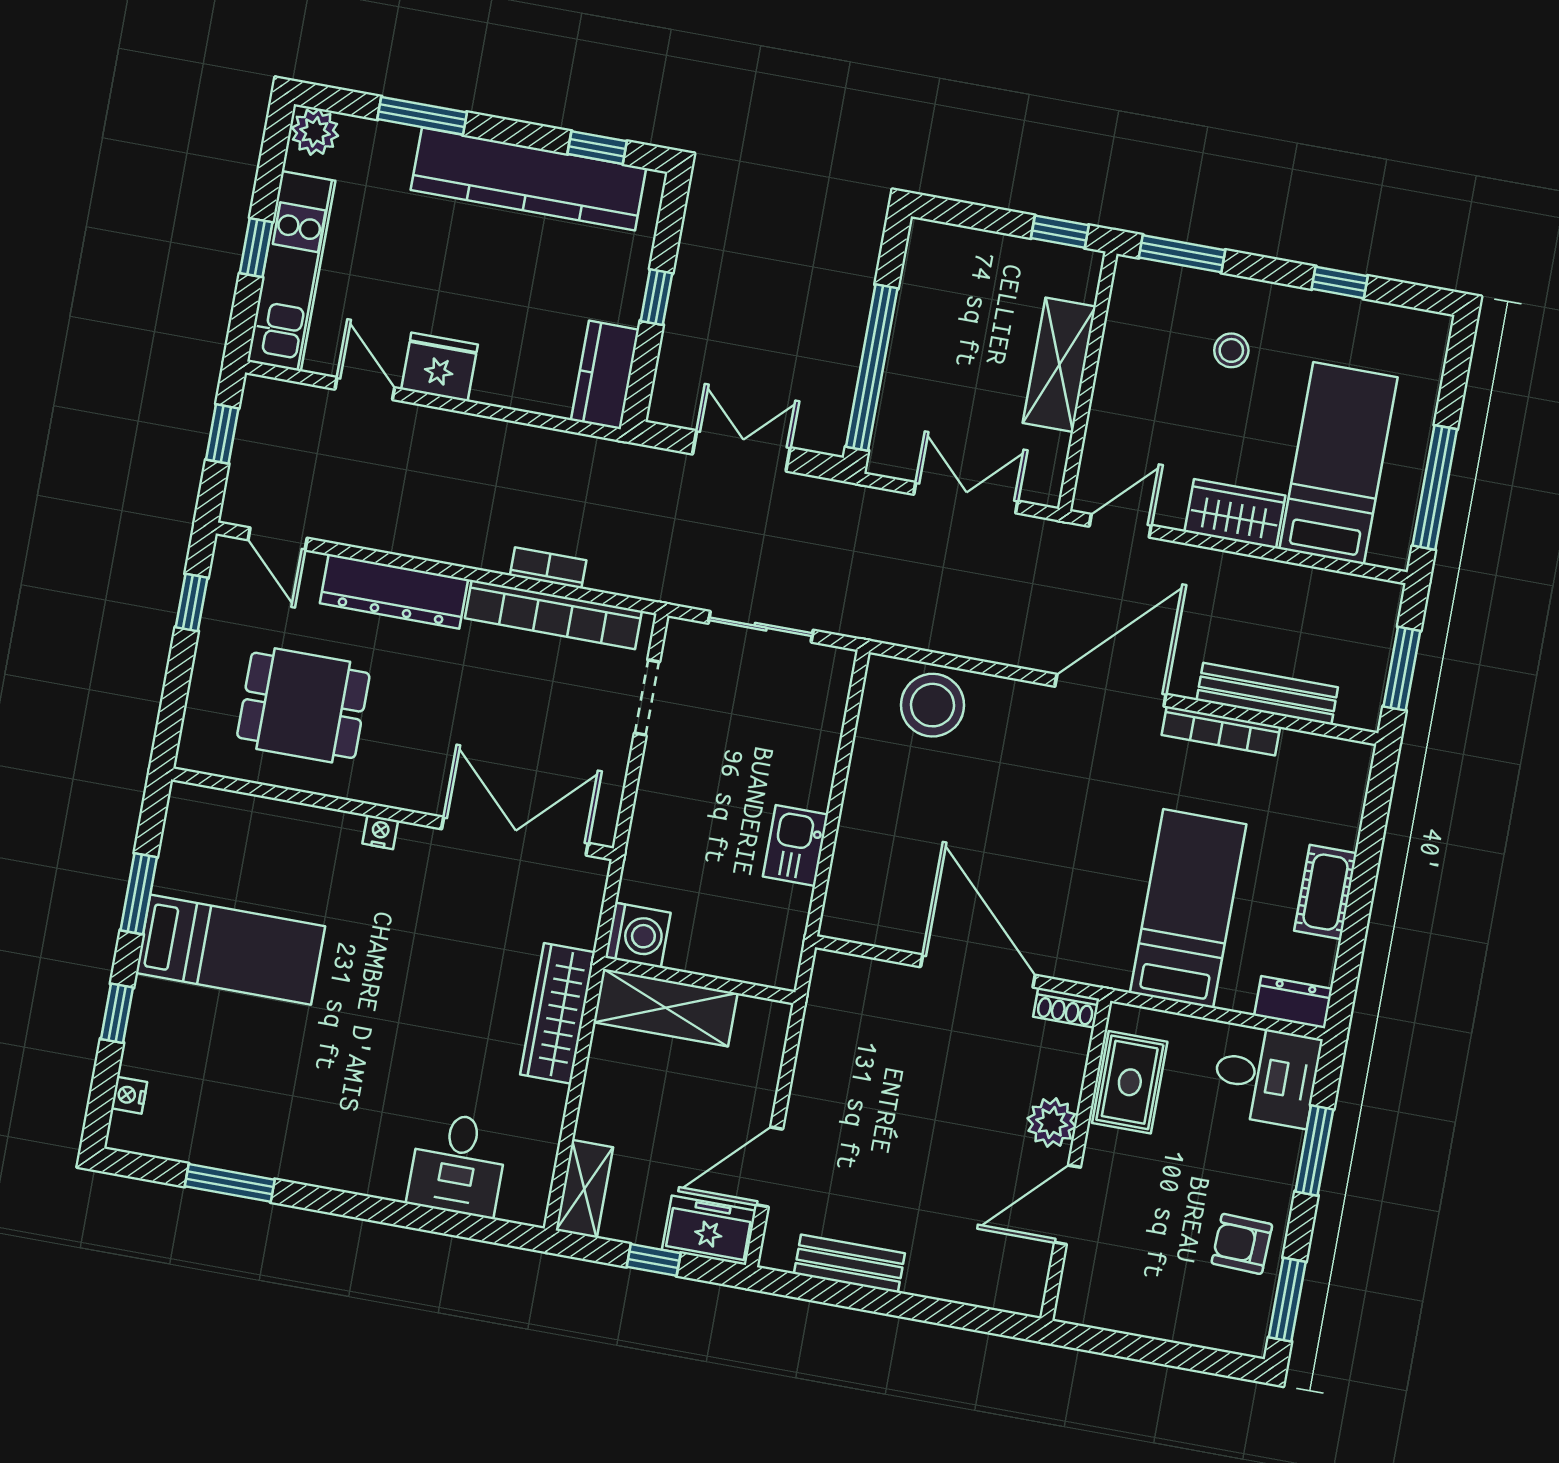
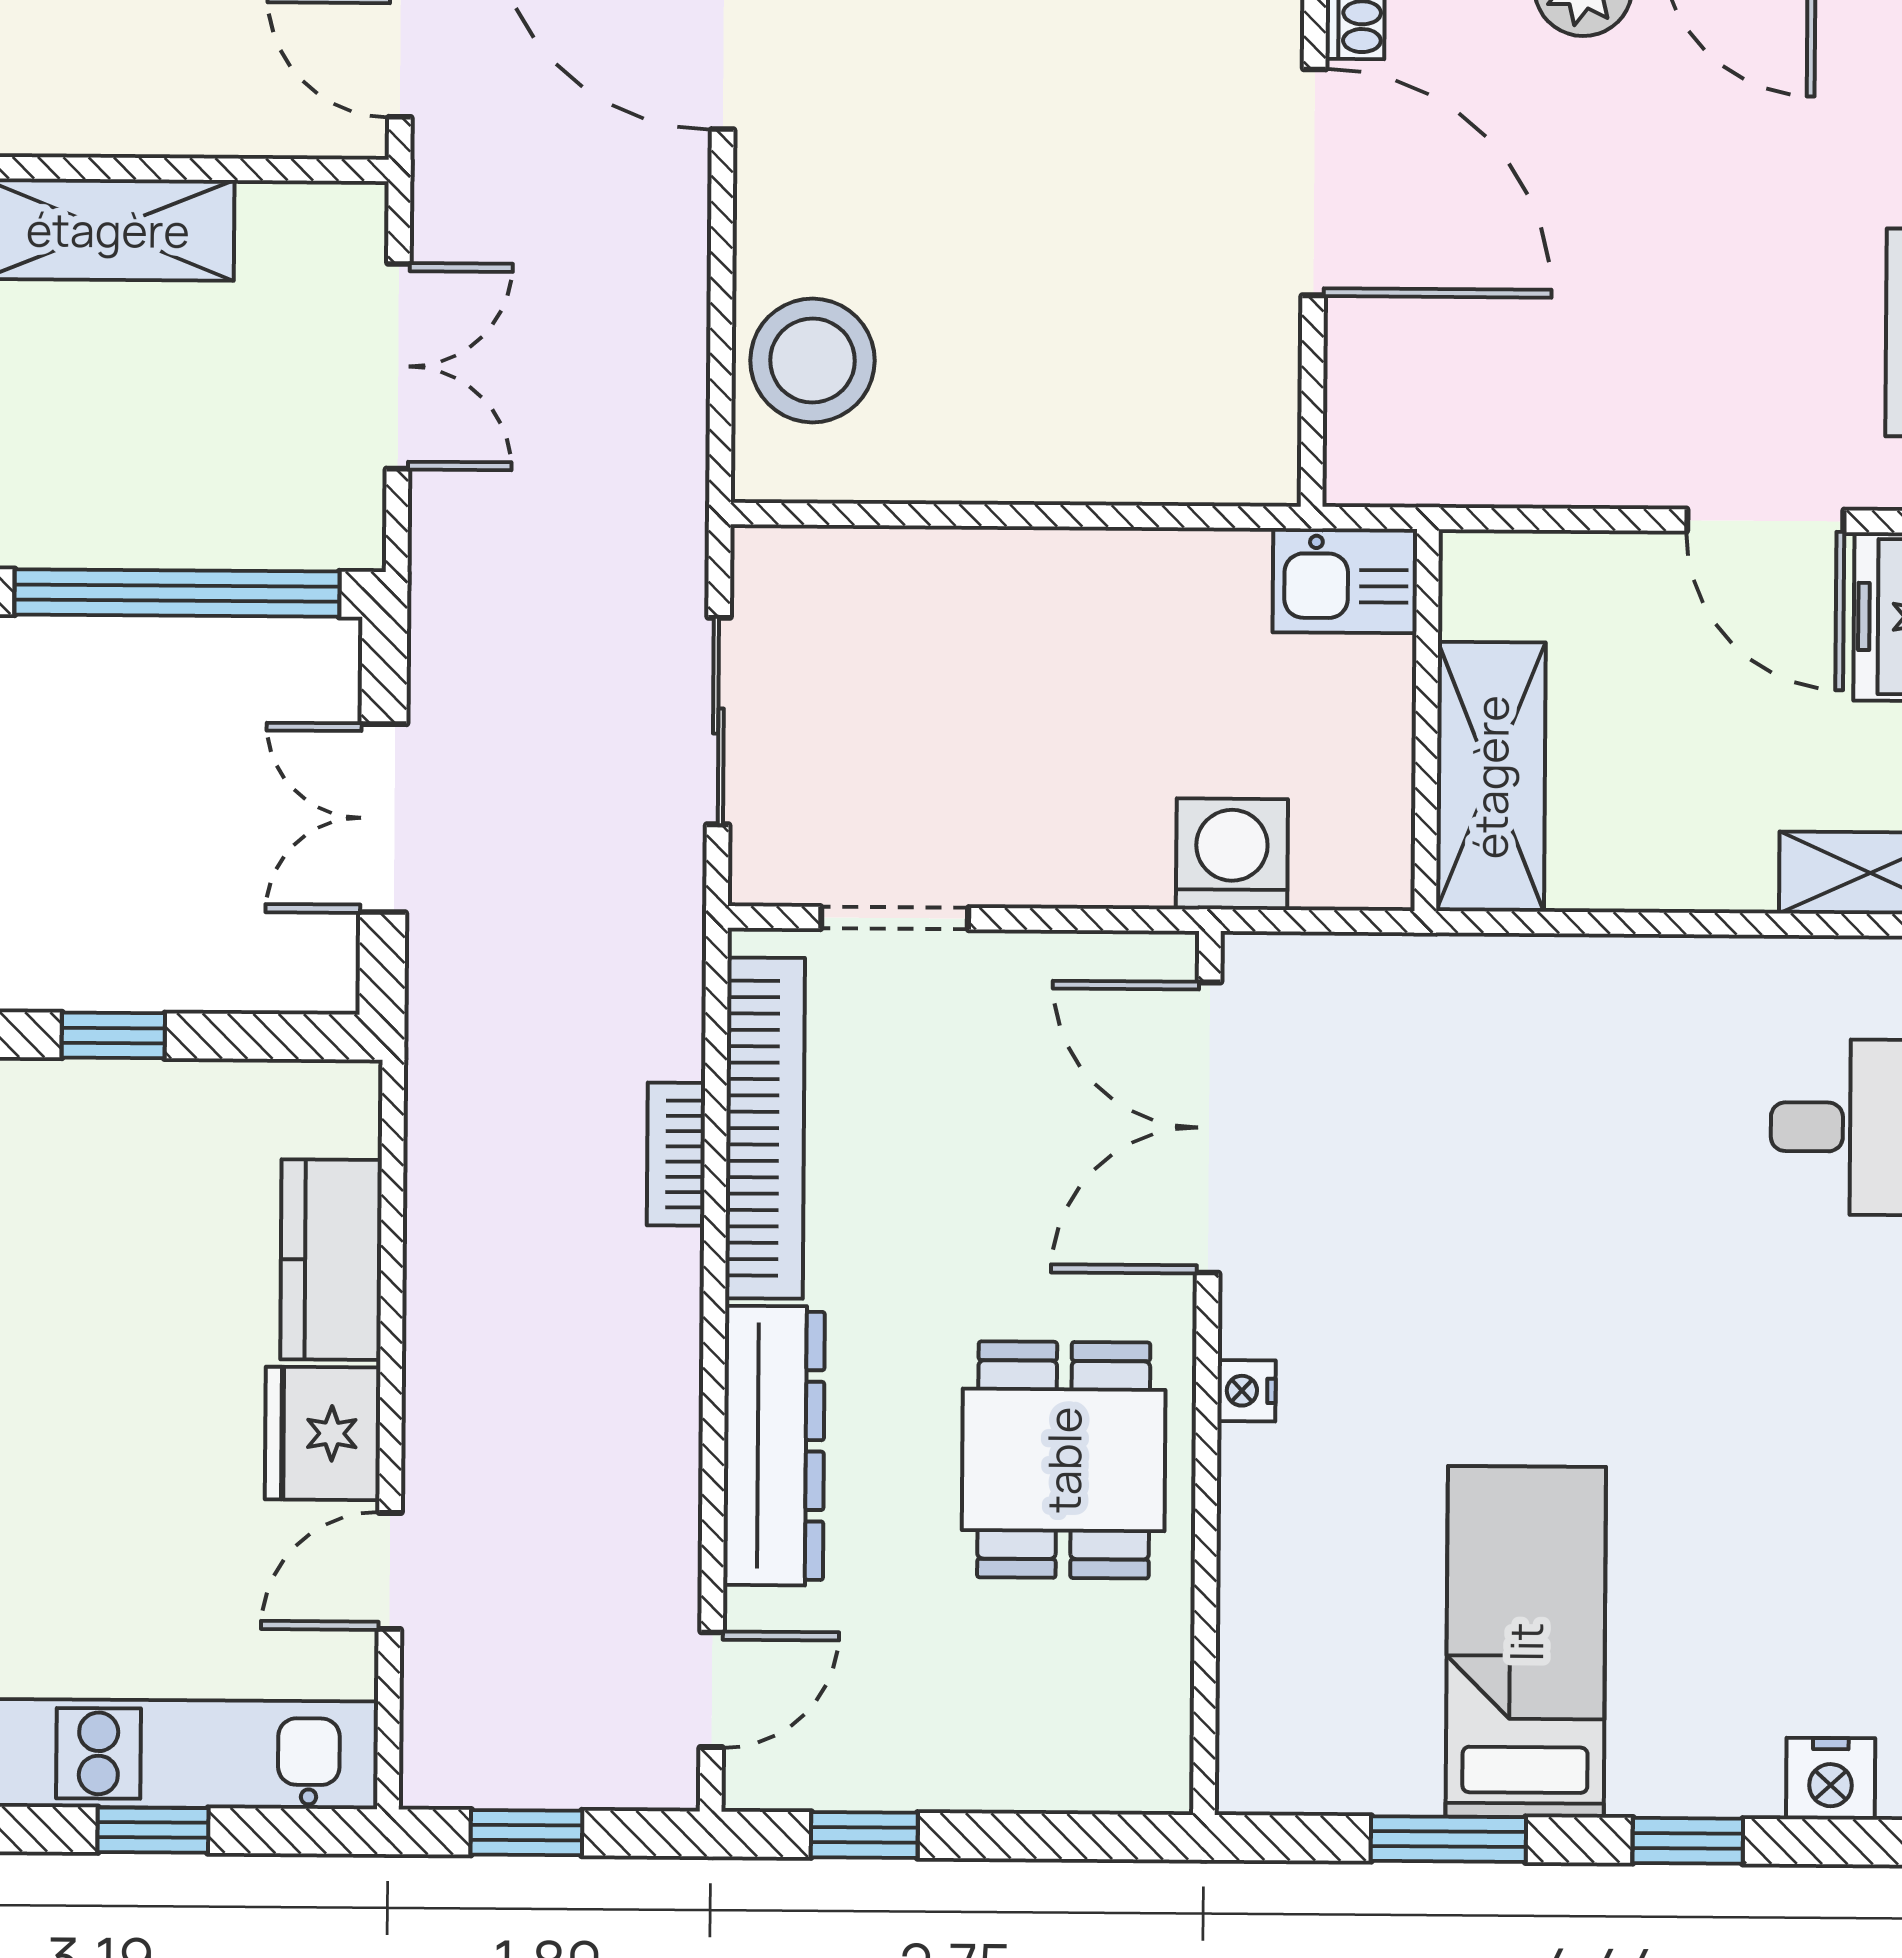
kitchen counter: (605, 375) -> (331, 1260), moved, turned 90
double door: (966, 498) -> (398, 366), swing flipped
dining table: (303, 705) -> (1064, 1460), moved
kitchen sink: (795, 846) -> (1345, 581), moved
washing machine: (638, 935) -> (1232, 854), moved
door: (978, 971) -> (1314, 182), swing flipped
wardrobe: (558, 1013) -> (1539, 984), removed
nightstand: (129, 1095) -> (1831, 1779), width x1.39, depth x1.35

